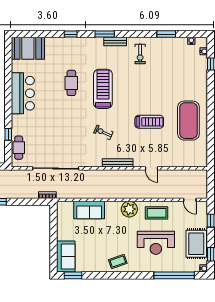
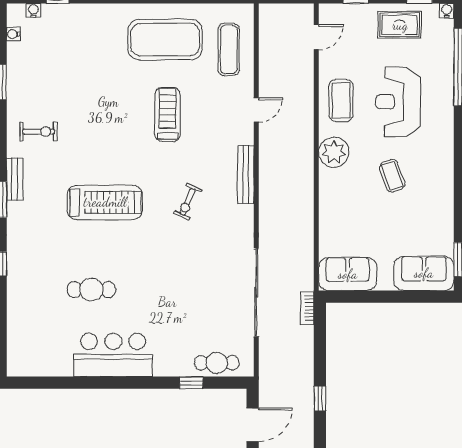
booth: (28, 48) -> (28, 345), removed
cafe table: (71, 83) -> (91, 290), moved
treadmill: (103, 89) -> (105, 202), turned 180
exercise mat: (183, 154) -> (229, 49), added
sofa: (89, 210) -> (348, 274), moved, turned -90
reception desk: (156, 243) -> (398, 102), turned 180
rug: (196, 244) -> (400, 25), width x0.73, depth x0.70
coffee table: (118, 261) -> (392, 176), moved

